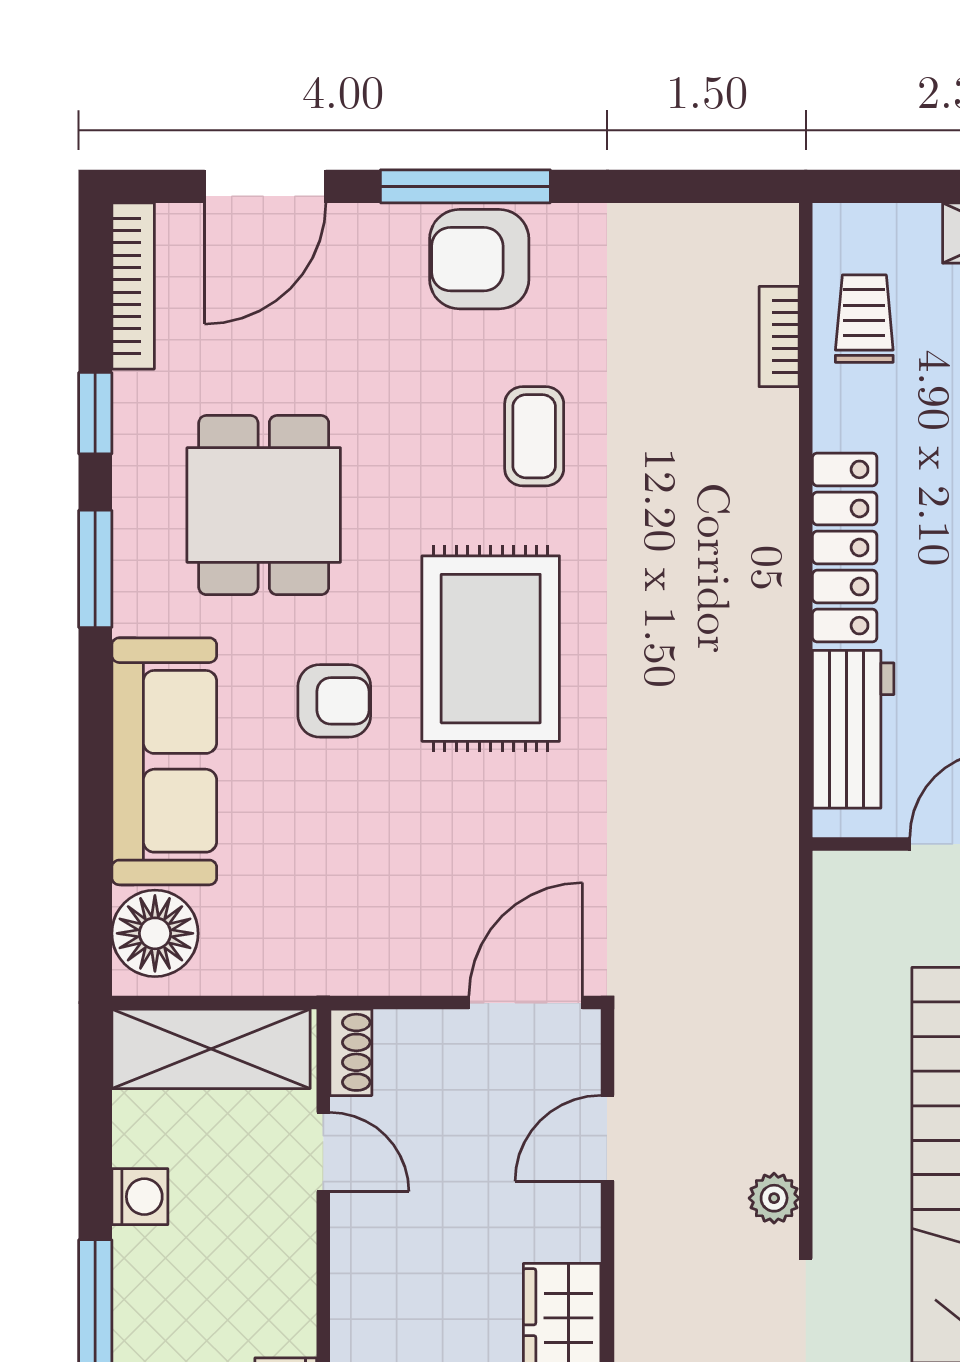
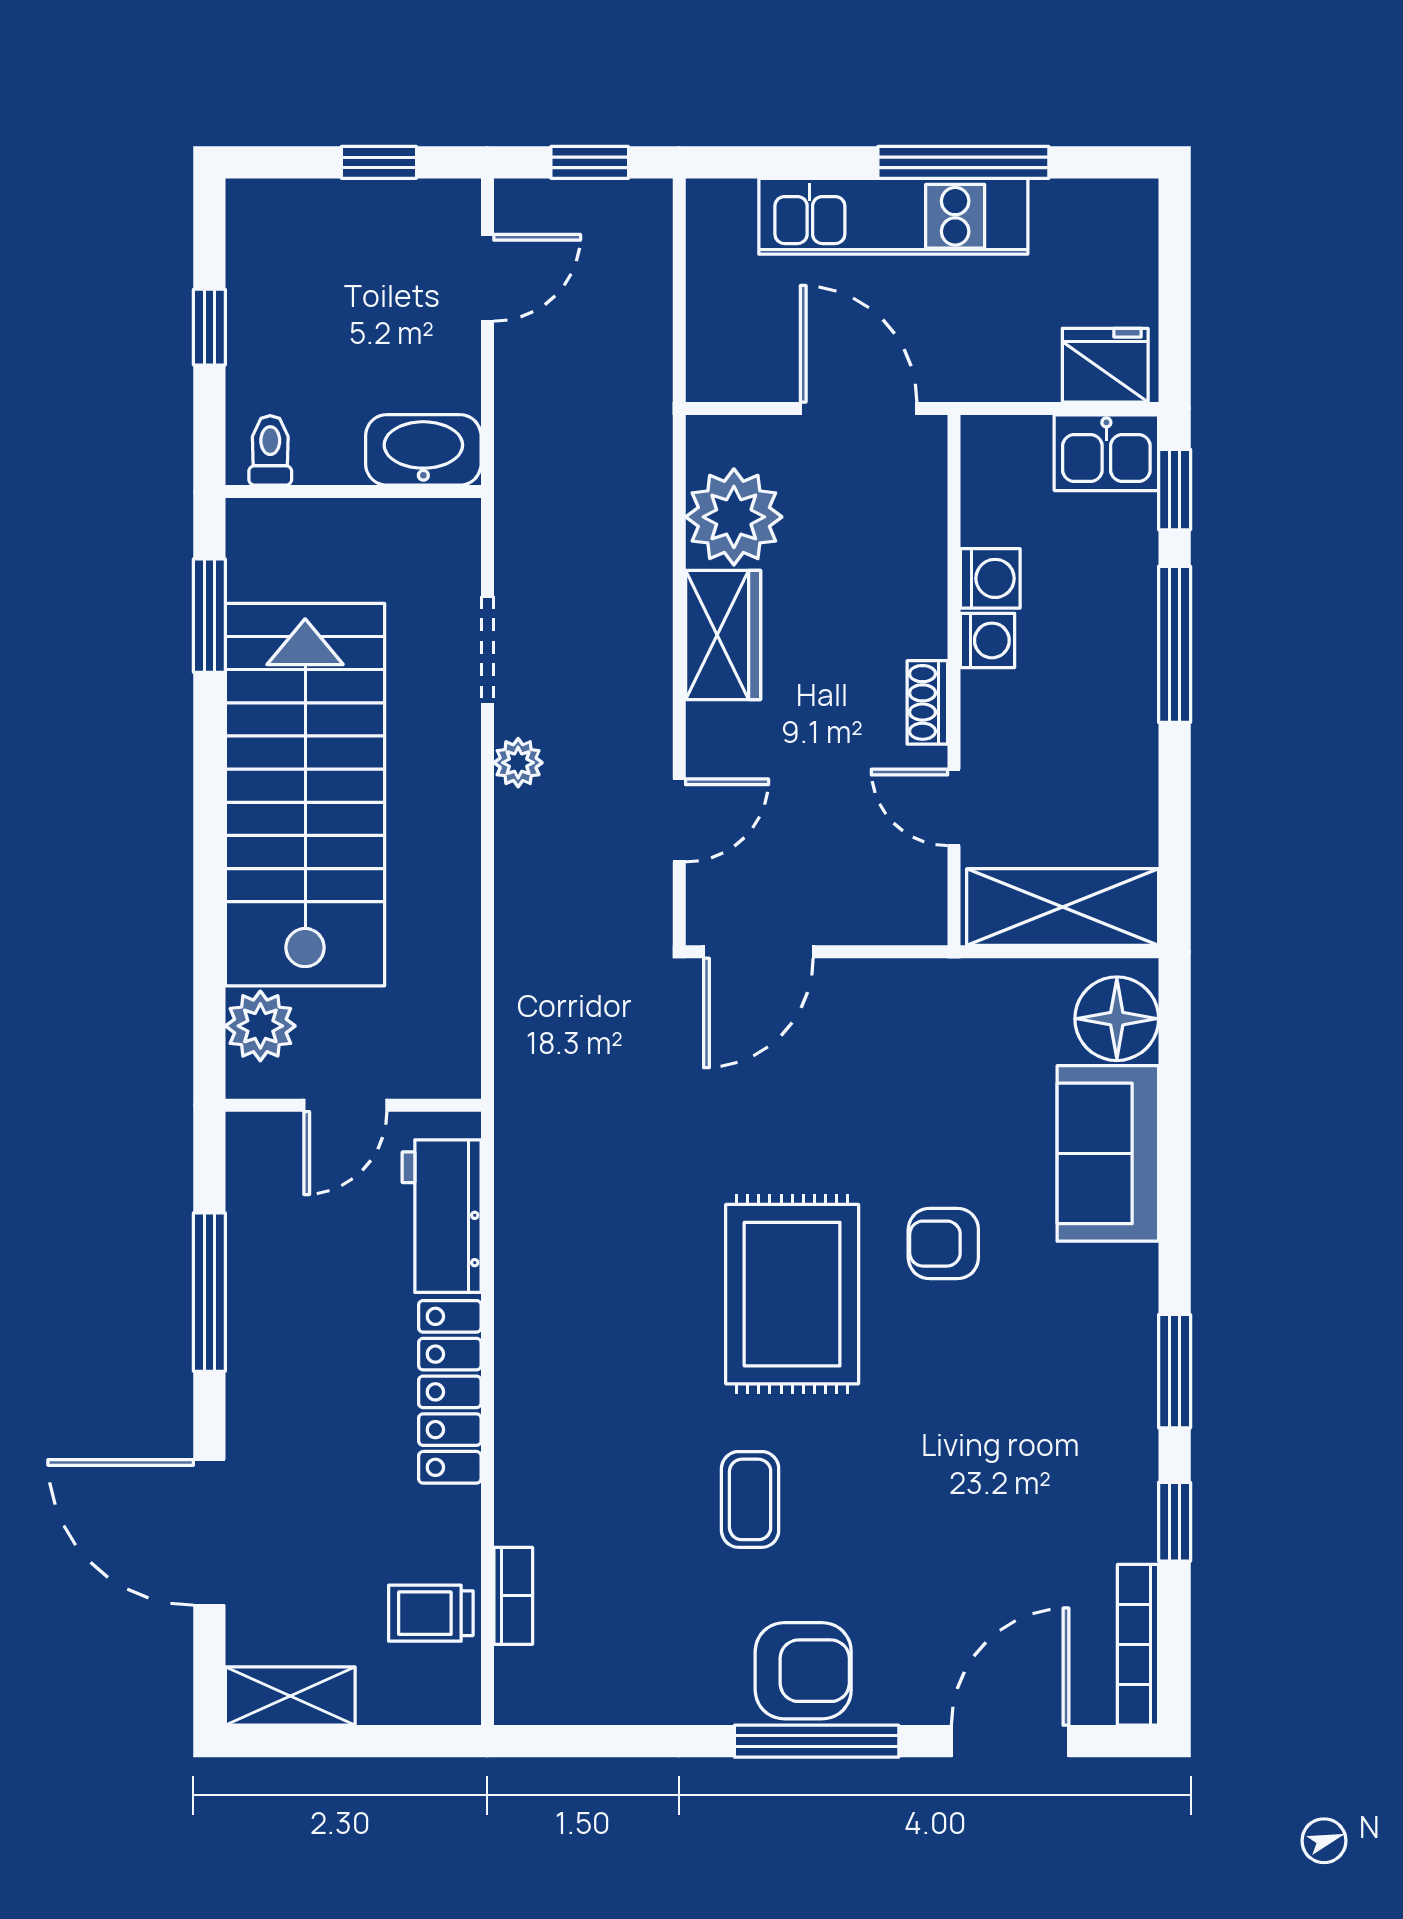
trolley: (864, 319) -> (431, 1613), turned 90
dining table: (264, 505) -> (1012, 1433), removed
sofa: (164, 761) -> (1108, 1153), width x0.73
shoe rack: (351, 1052) -> (927, 702), moved
washing machine: (140, 1197) -> (988, 640), moved, turned 180

